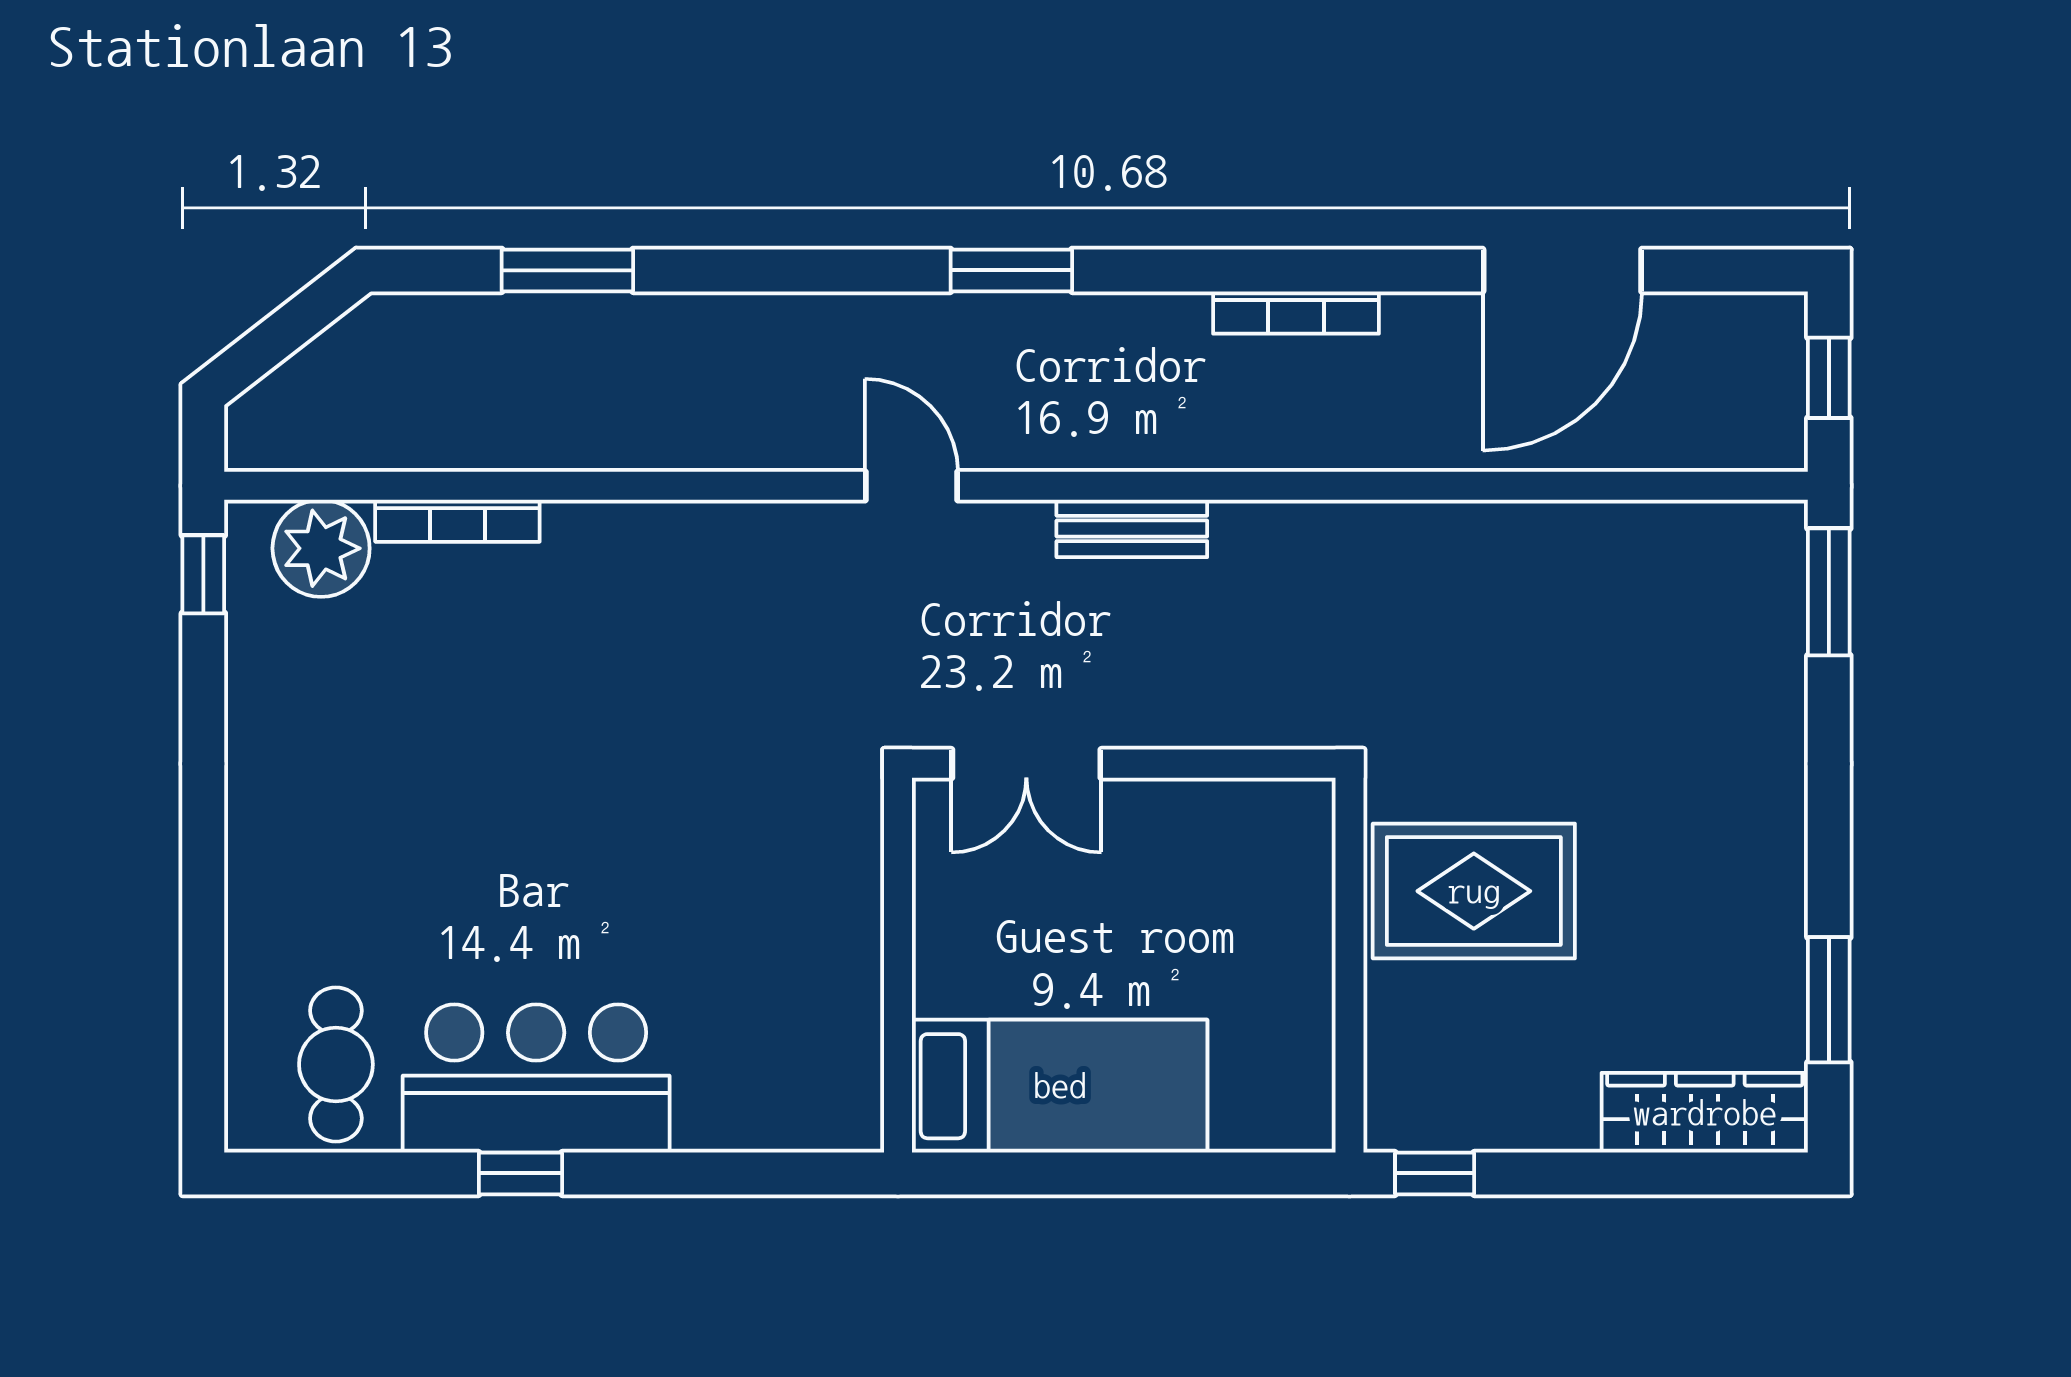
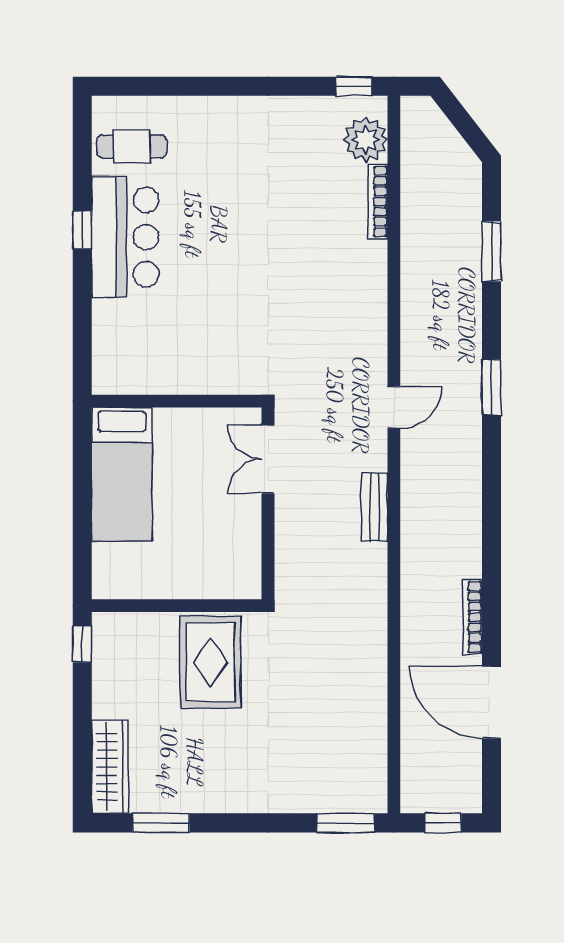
window: (1011, 270) -> (492, 387), moved
bookcase: (1296, 312) -> (472, 617), moved

